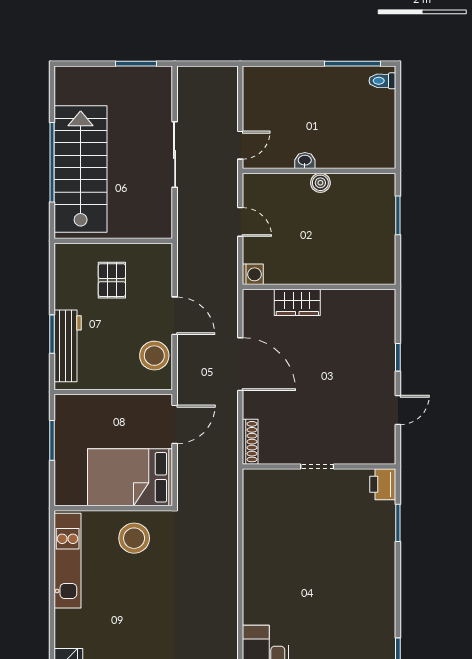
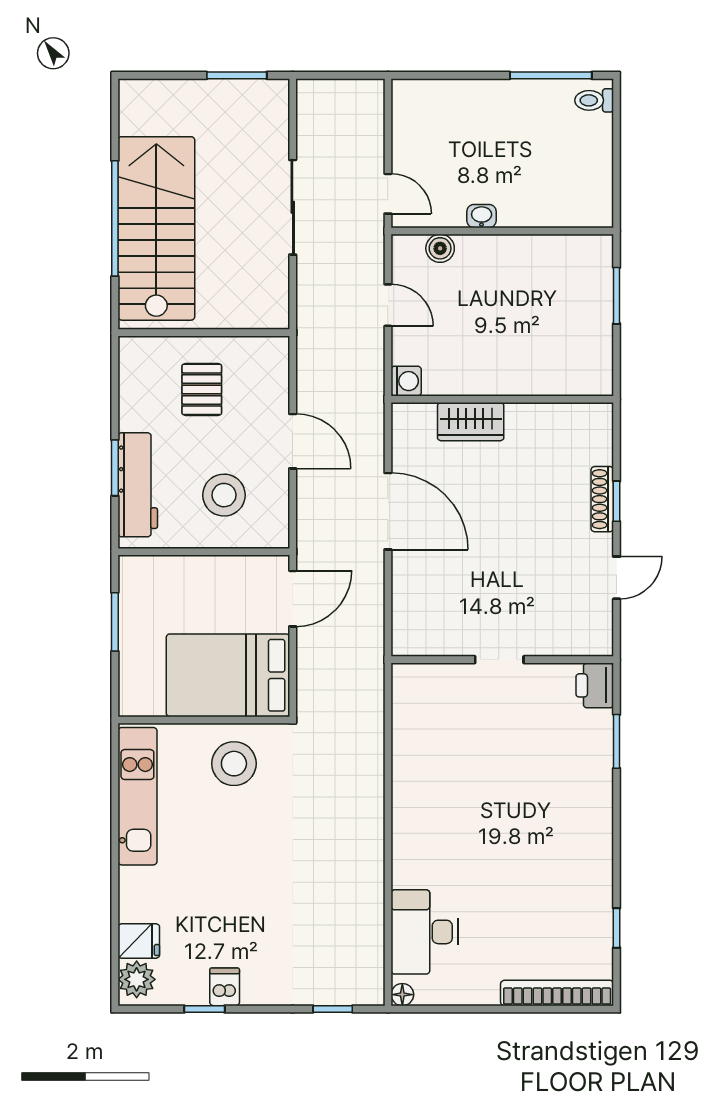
door: (240, 145) -> (388, 194), hinge flipped
boiler: (320, 183) -> (440, 248), moved
stool: (154, 356) -> (224, 495), moved
shoe rack: (250, 442) -> (602, 499), moved, turned 180

